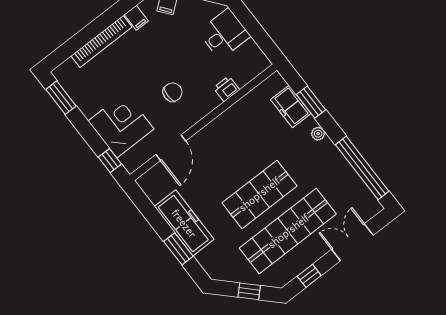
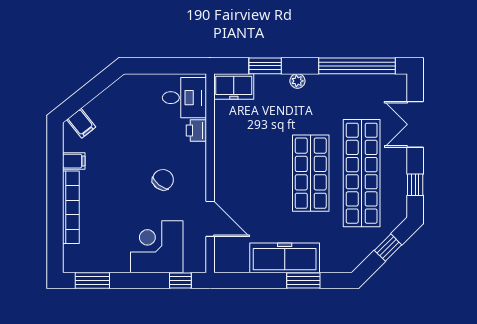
desk: (224, 34) -> (184, 98), moved, turned 90
chair: (172, 92) -> (163, 180), turned 38
freezer: (291, 107) -> (234, 86), moved

